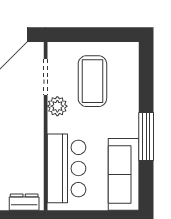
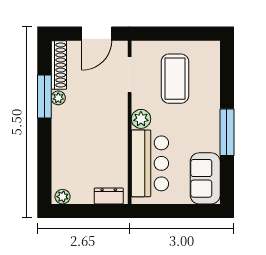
plant: (57, 106) -> (141, 119), moved
sofa: (124, 174) -> (205, 178), width x0.73

